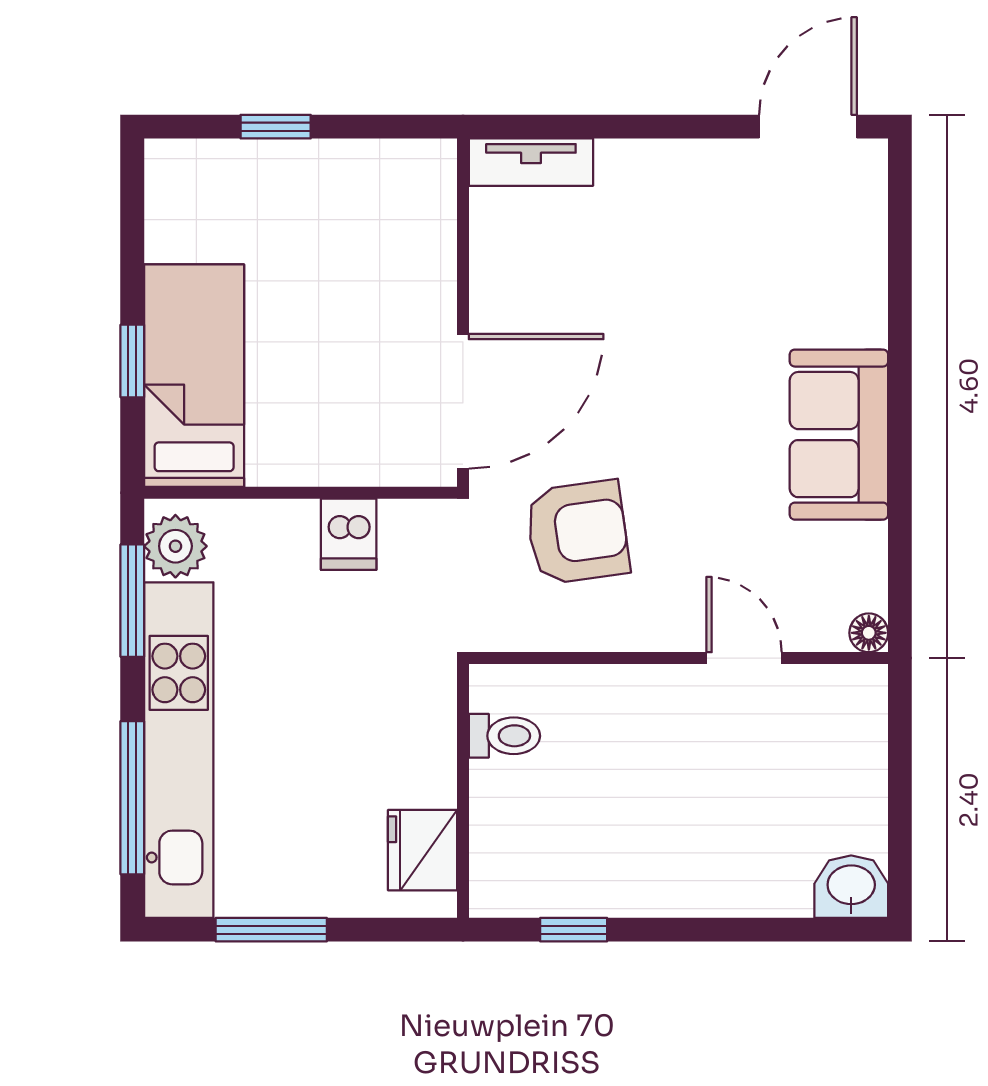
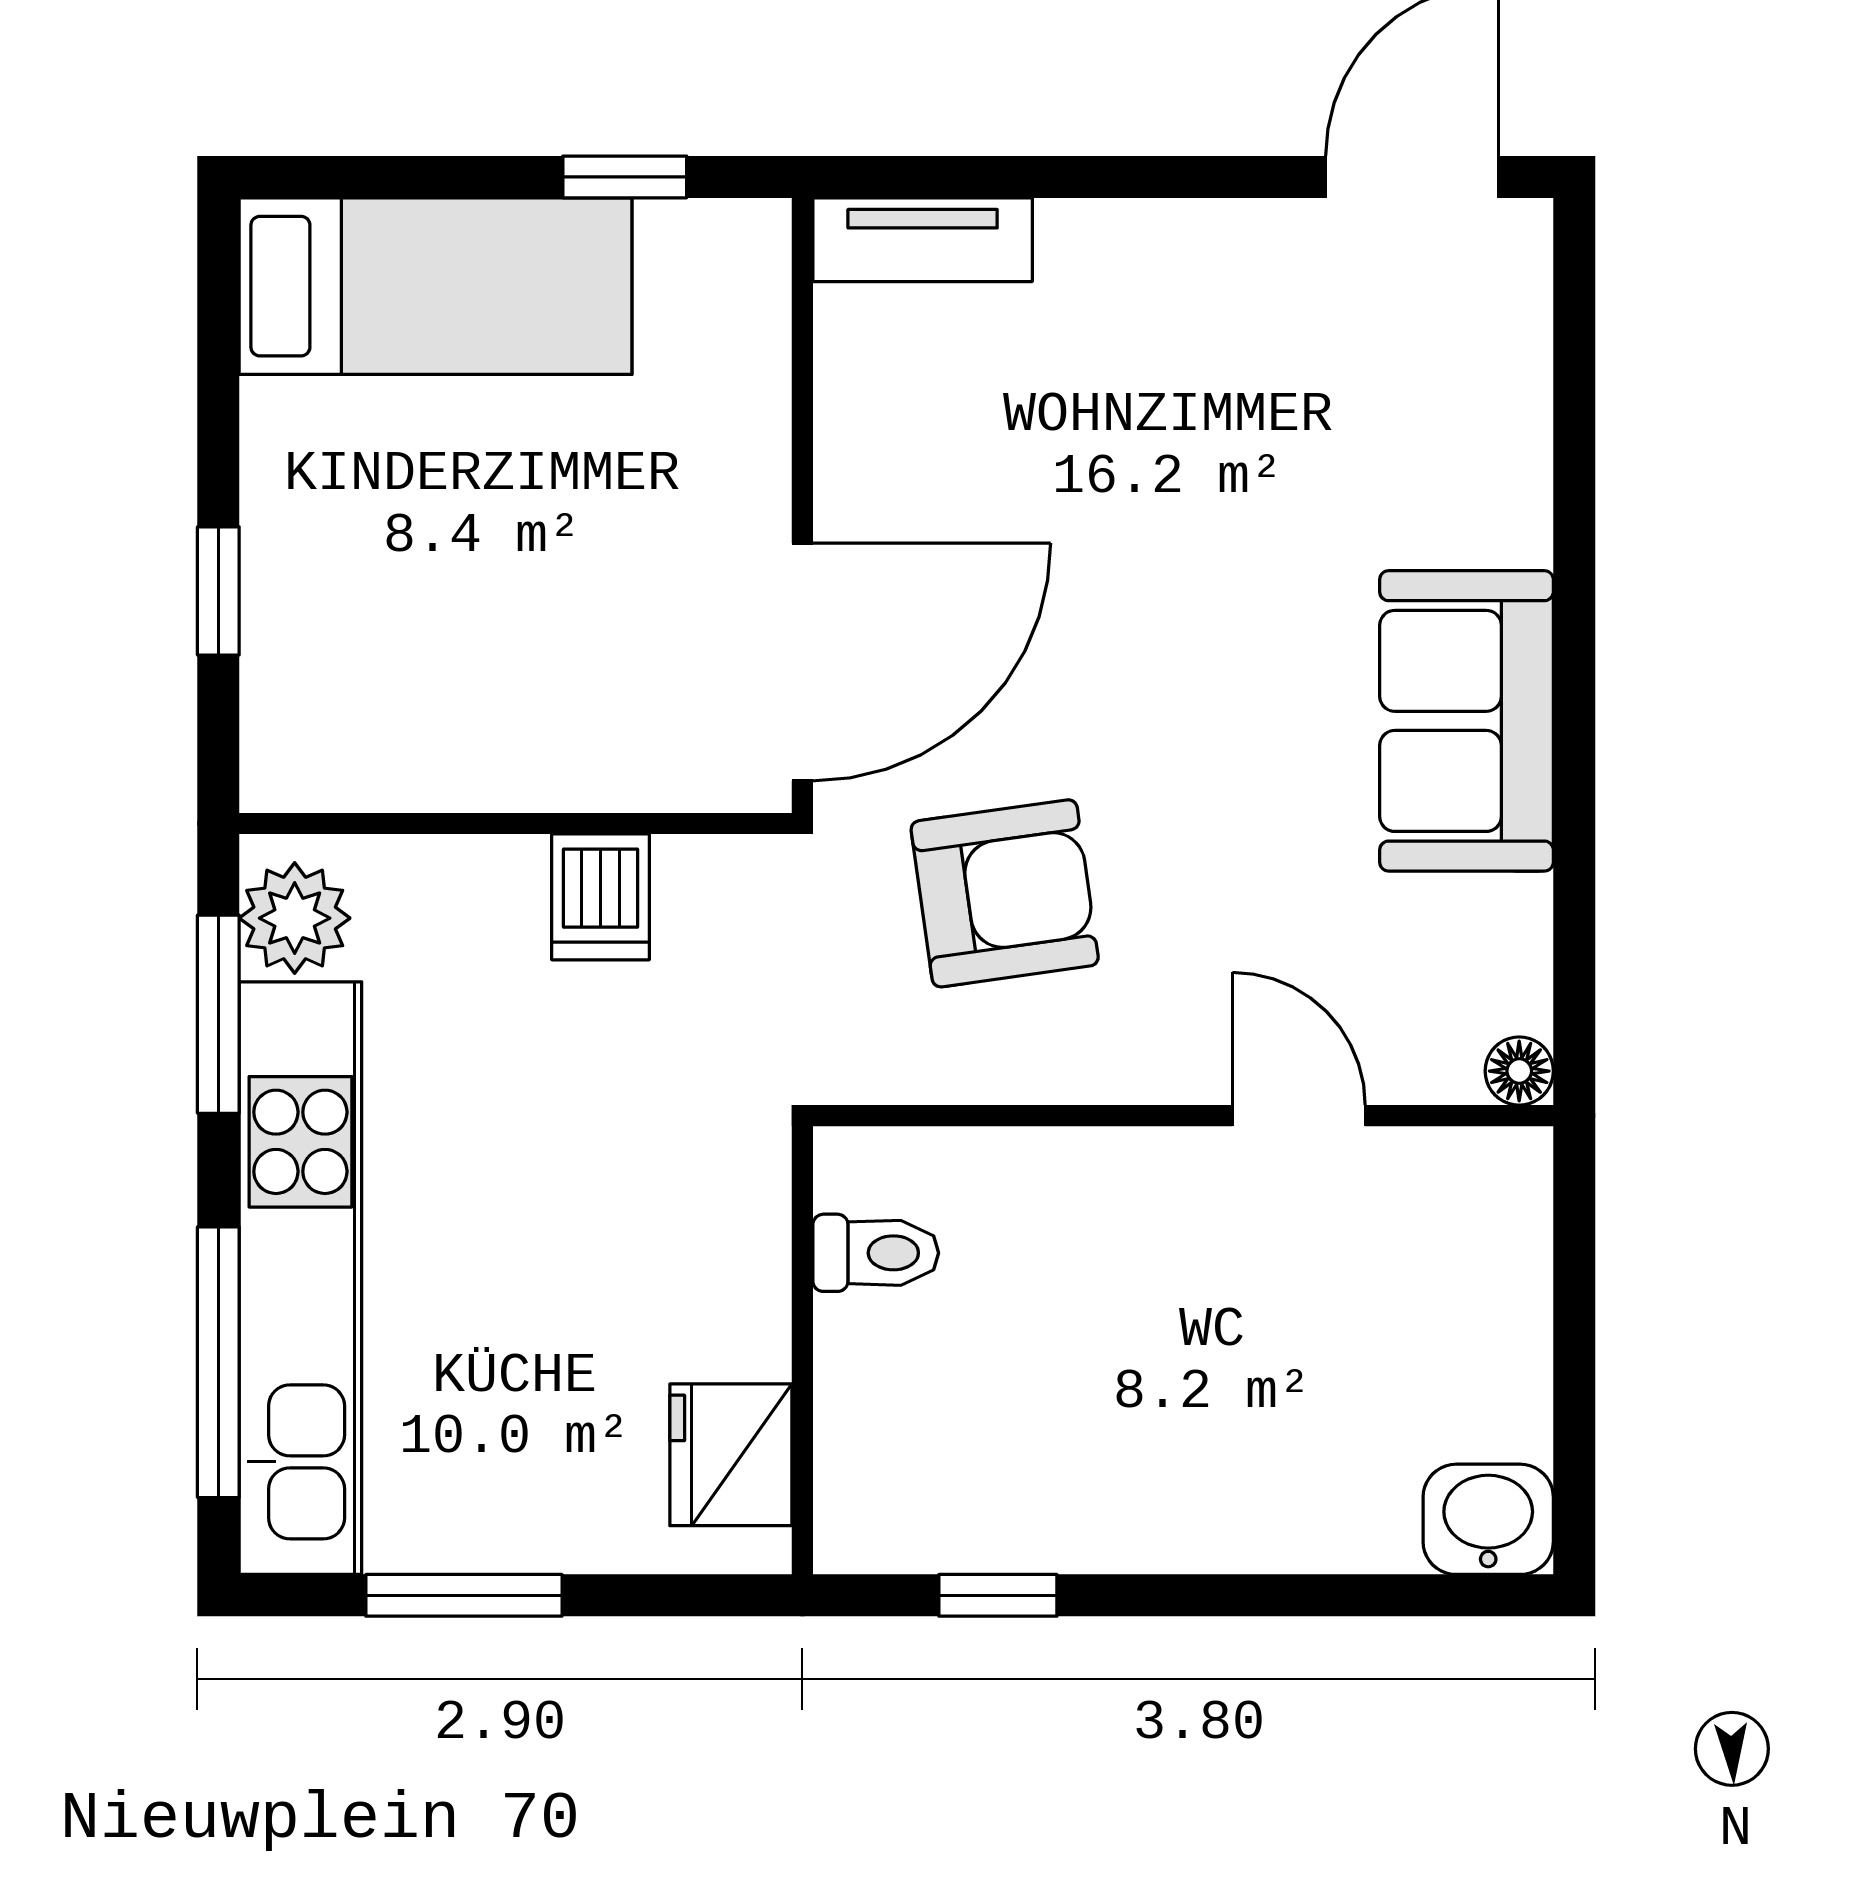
window: (276, 127) -> (625, 177), moved
bed: (194, 376) -> (436, 286), moved, turned 90

